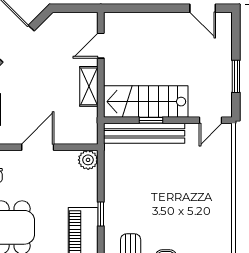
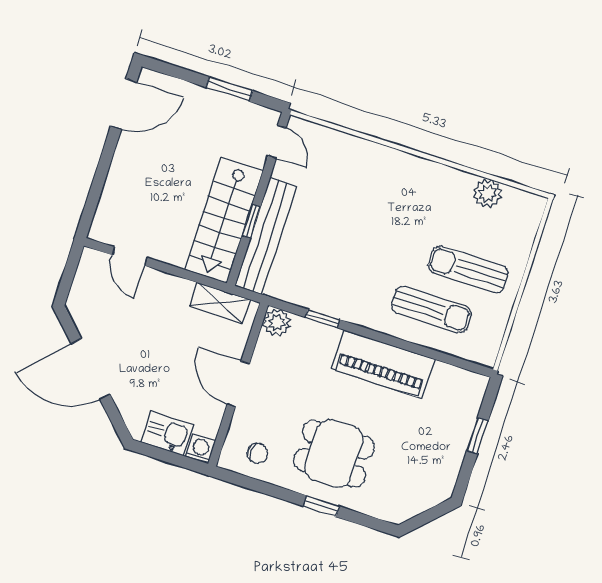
door: (203, 8) -> (124, 104), width x1.38
shelving: (89, 86) -> (220, 303), moved
window: (101, 214) -> (322, 318), moved

